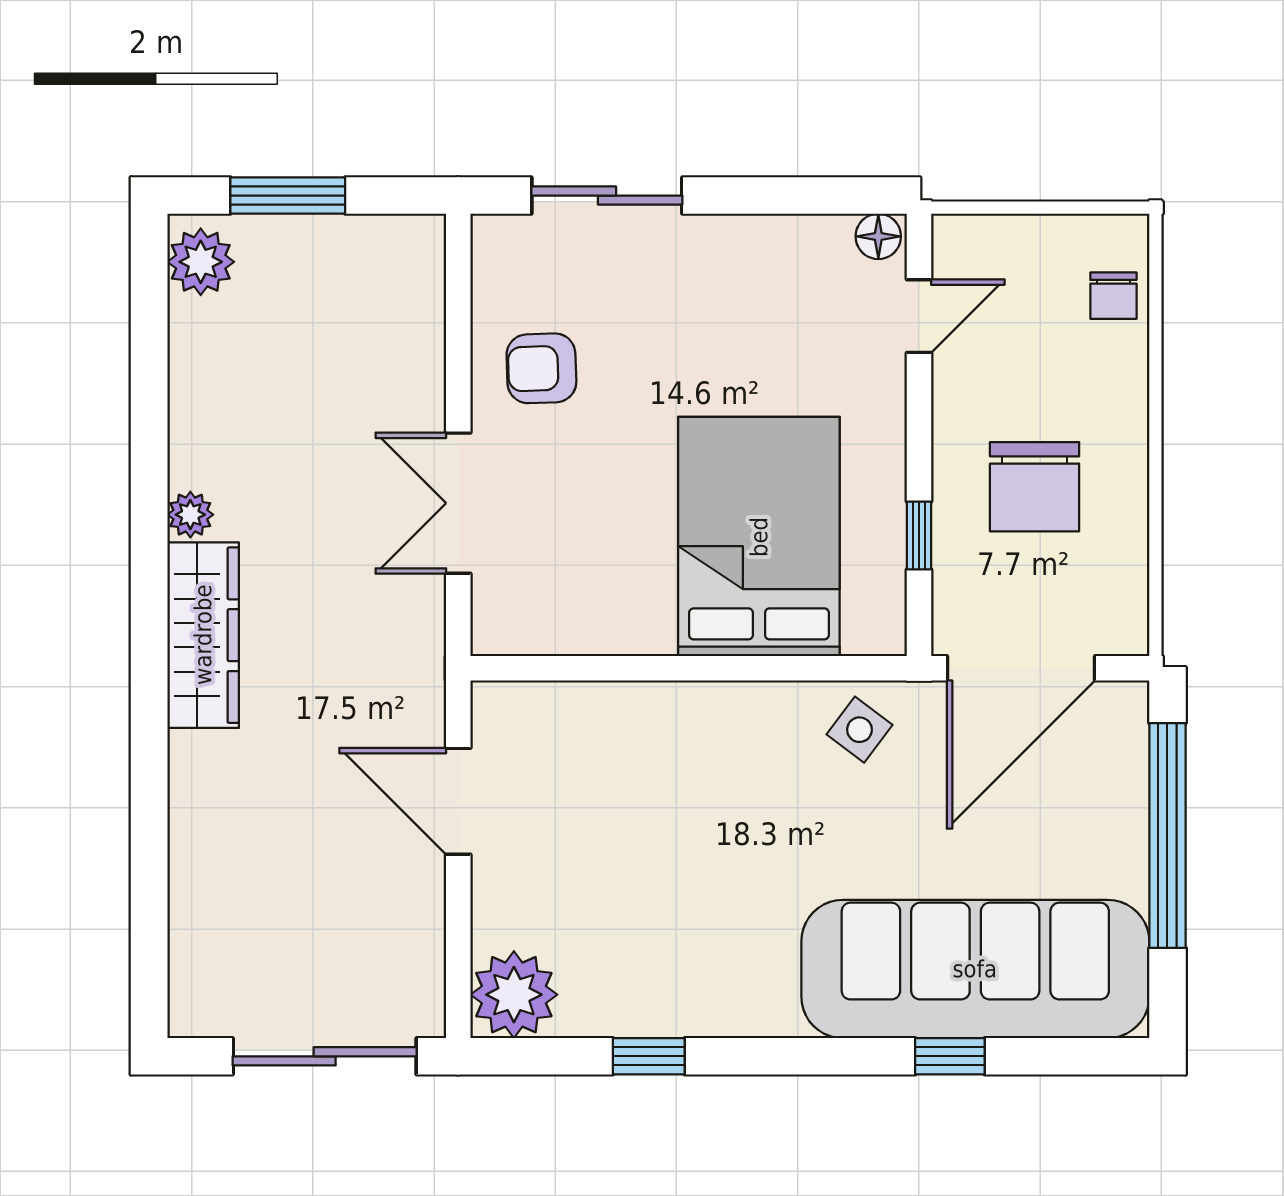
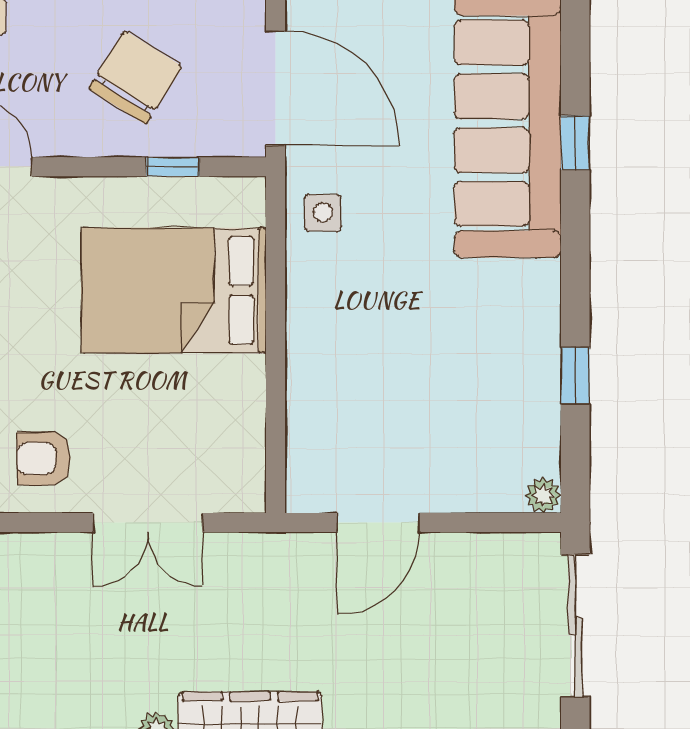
armchair: (541, 368) -> (44, 458), turned 92
chair: (1035, 487) -> (135, 77), turned -58
side table: (859, 730) -> (323, 213), turned -37
plant: (514, 995) -> (543, 495), width x0.53, depth x0.53

